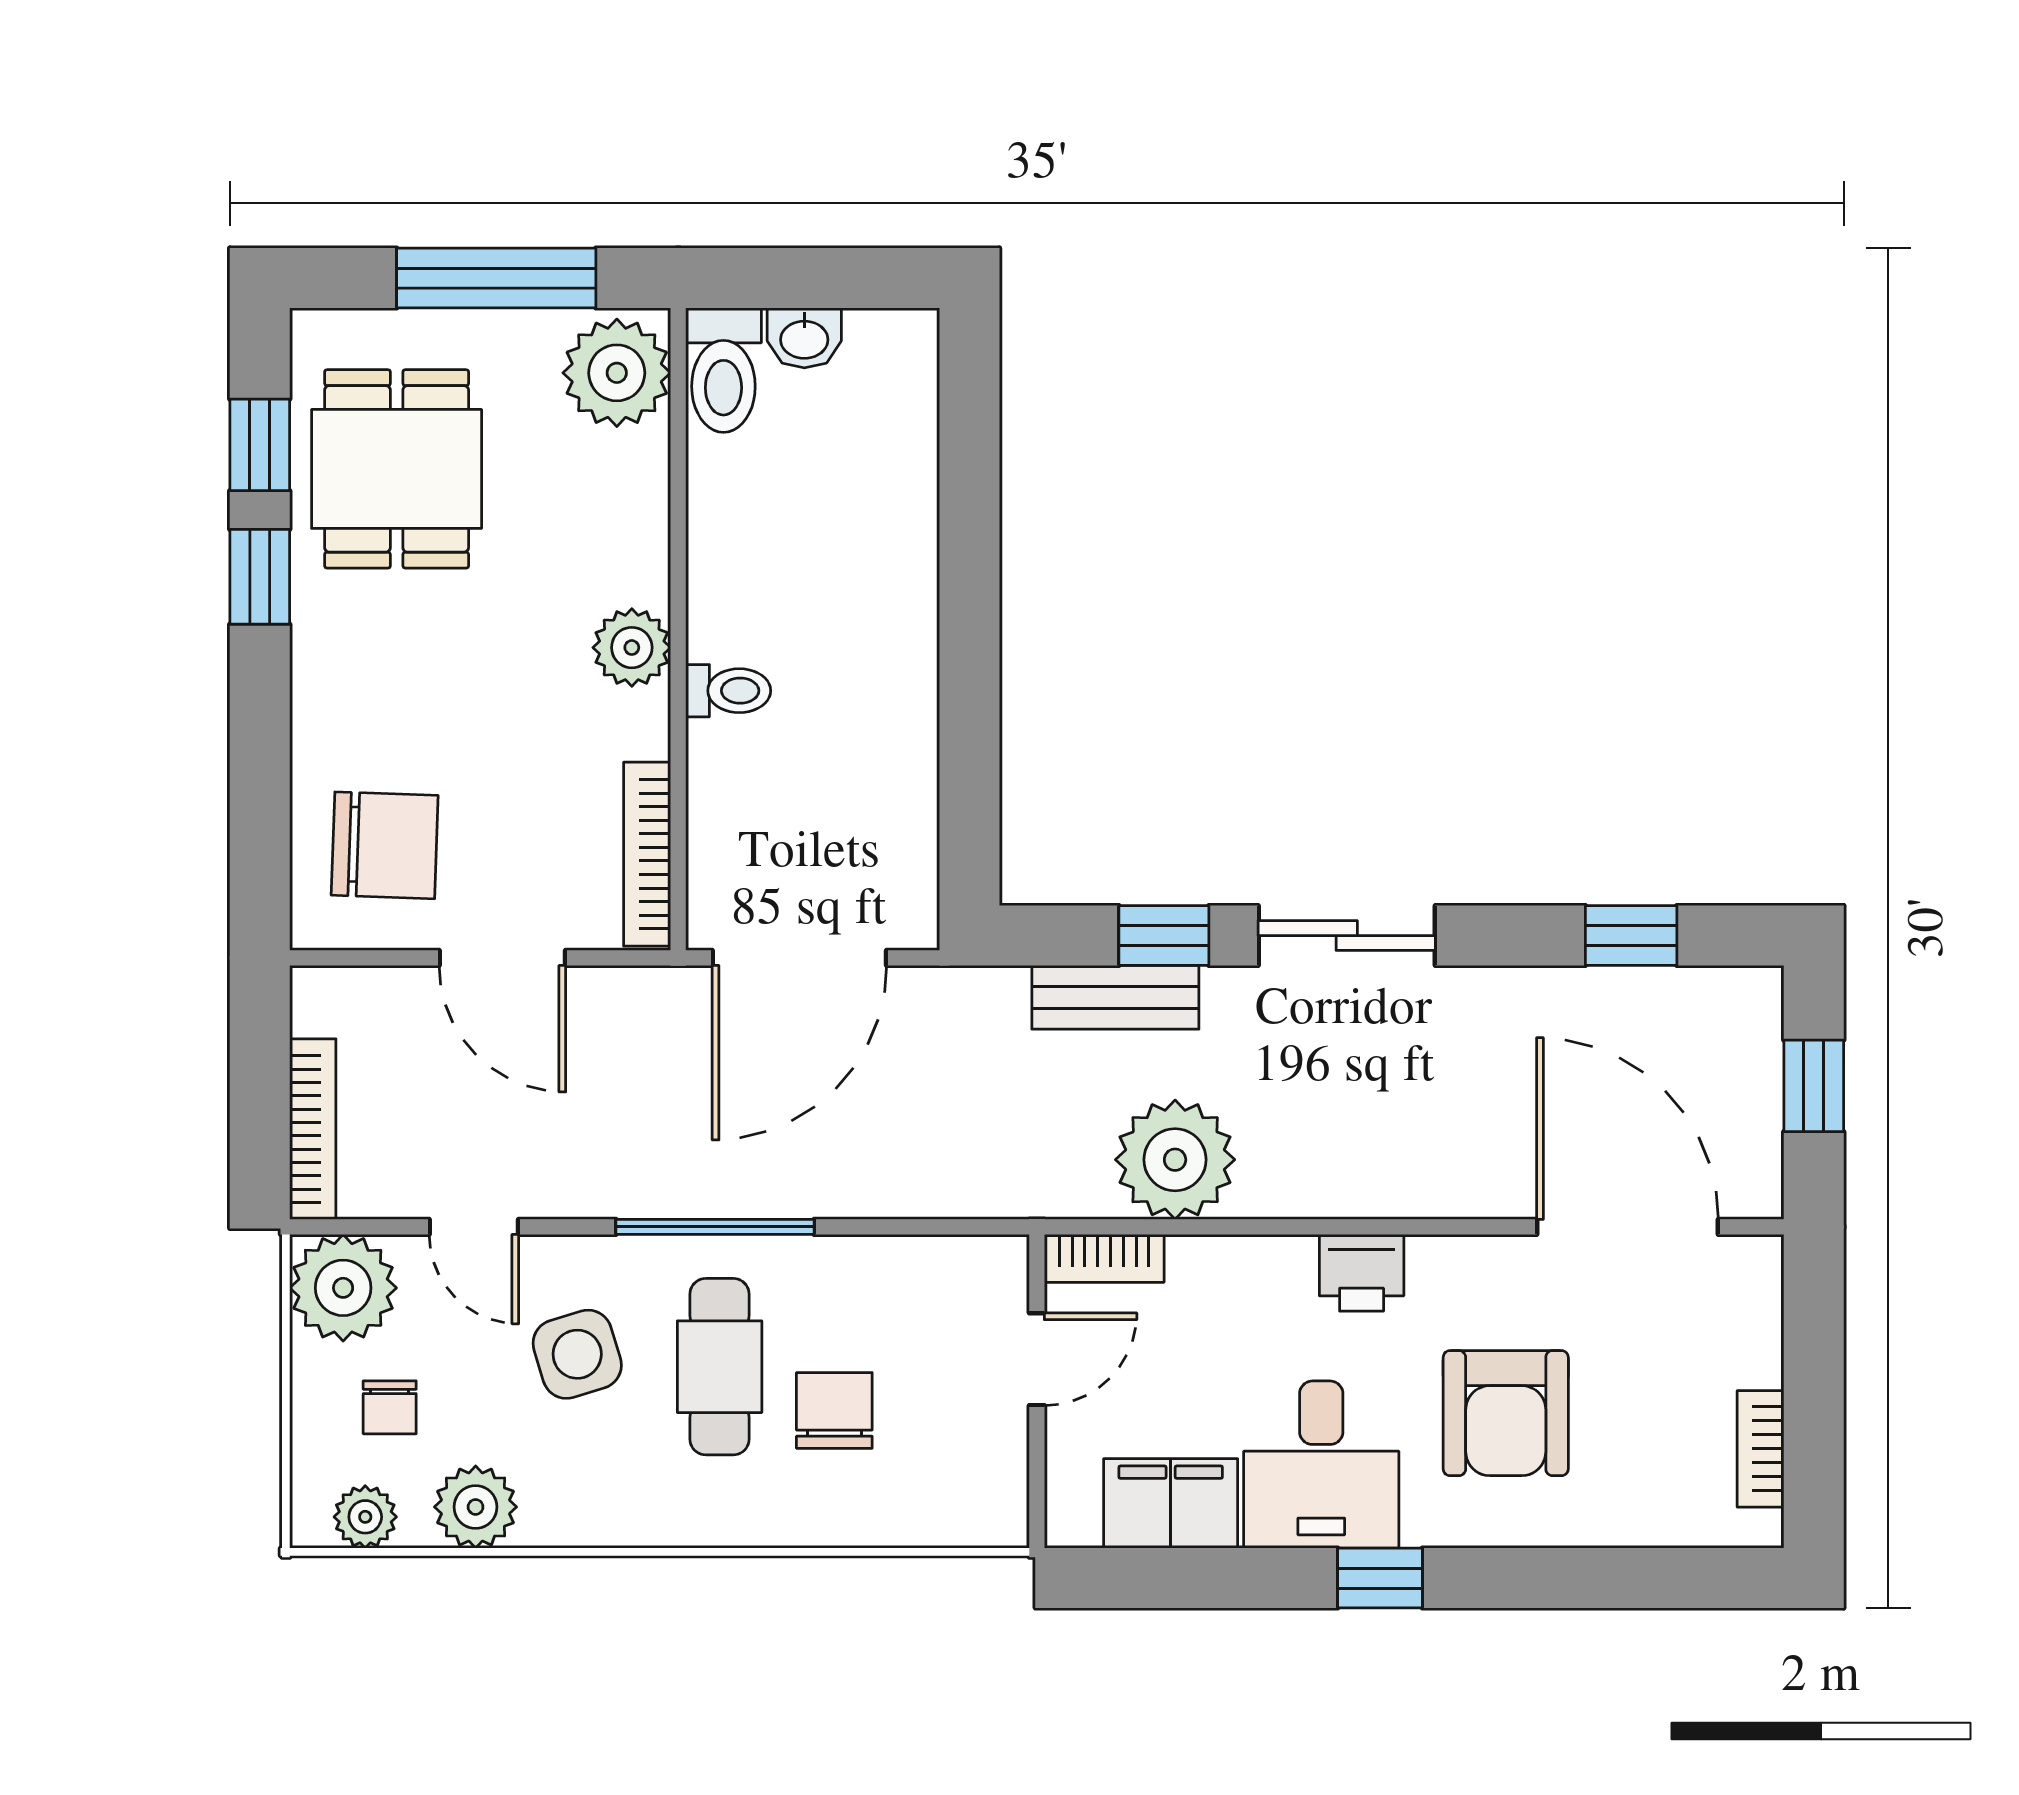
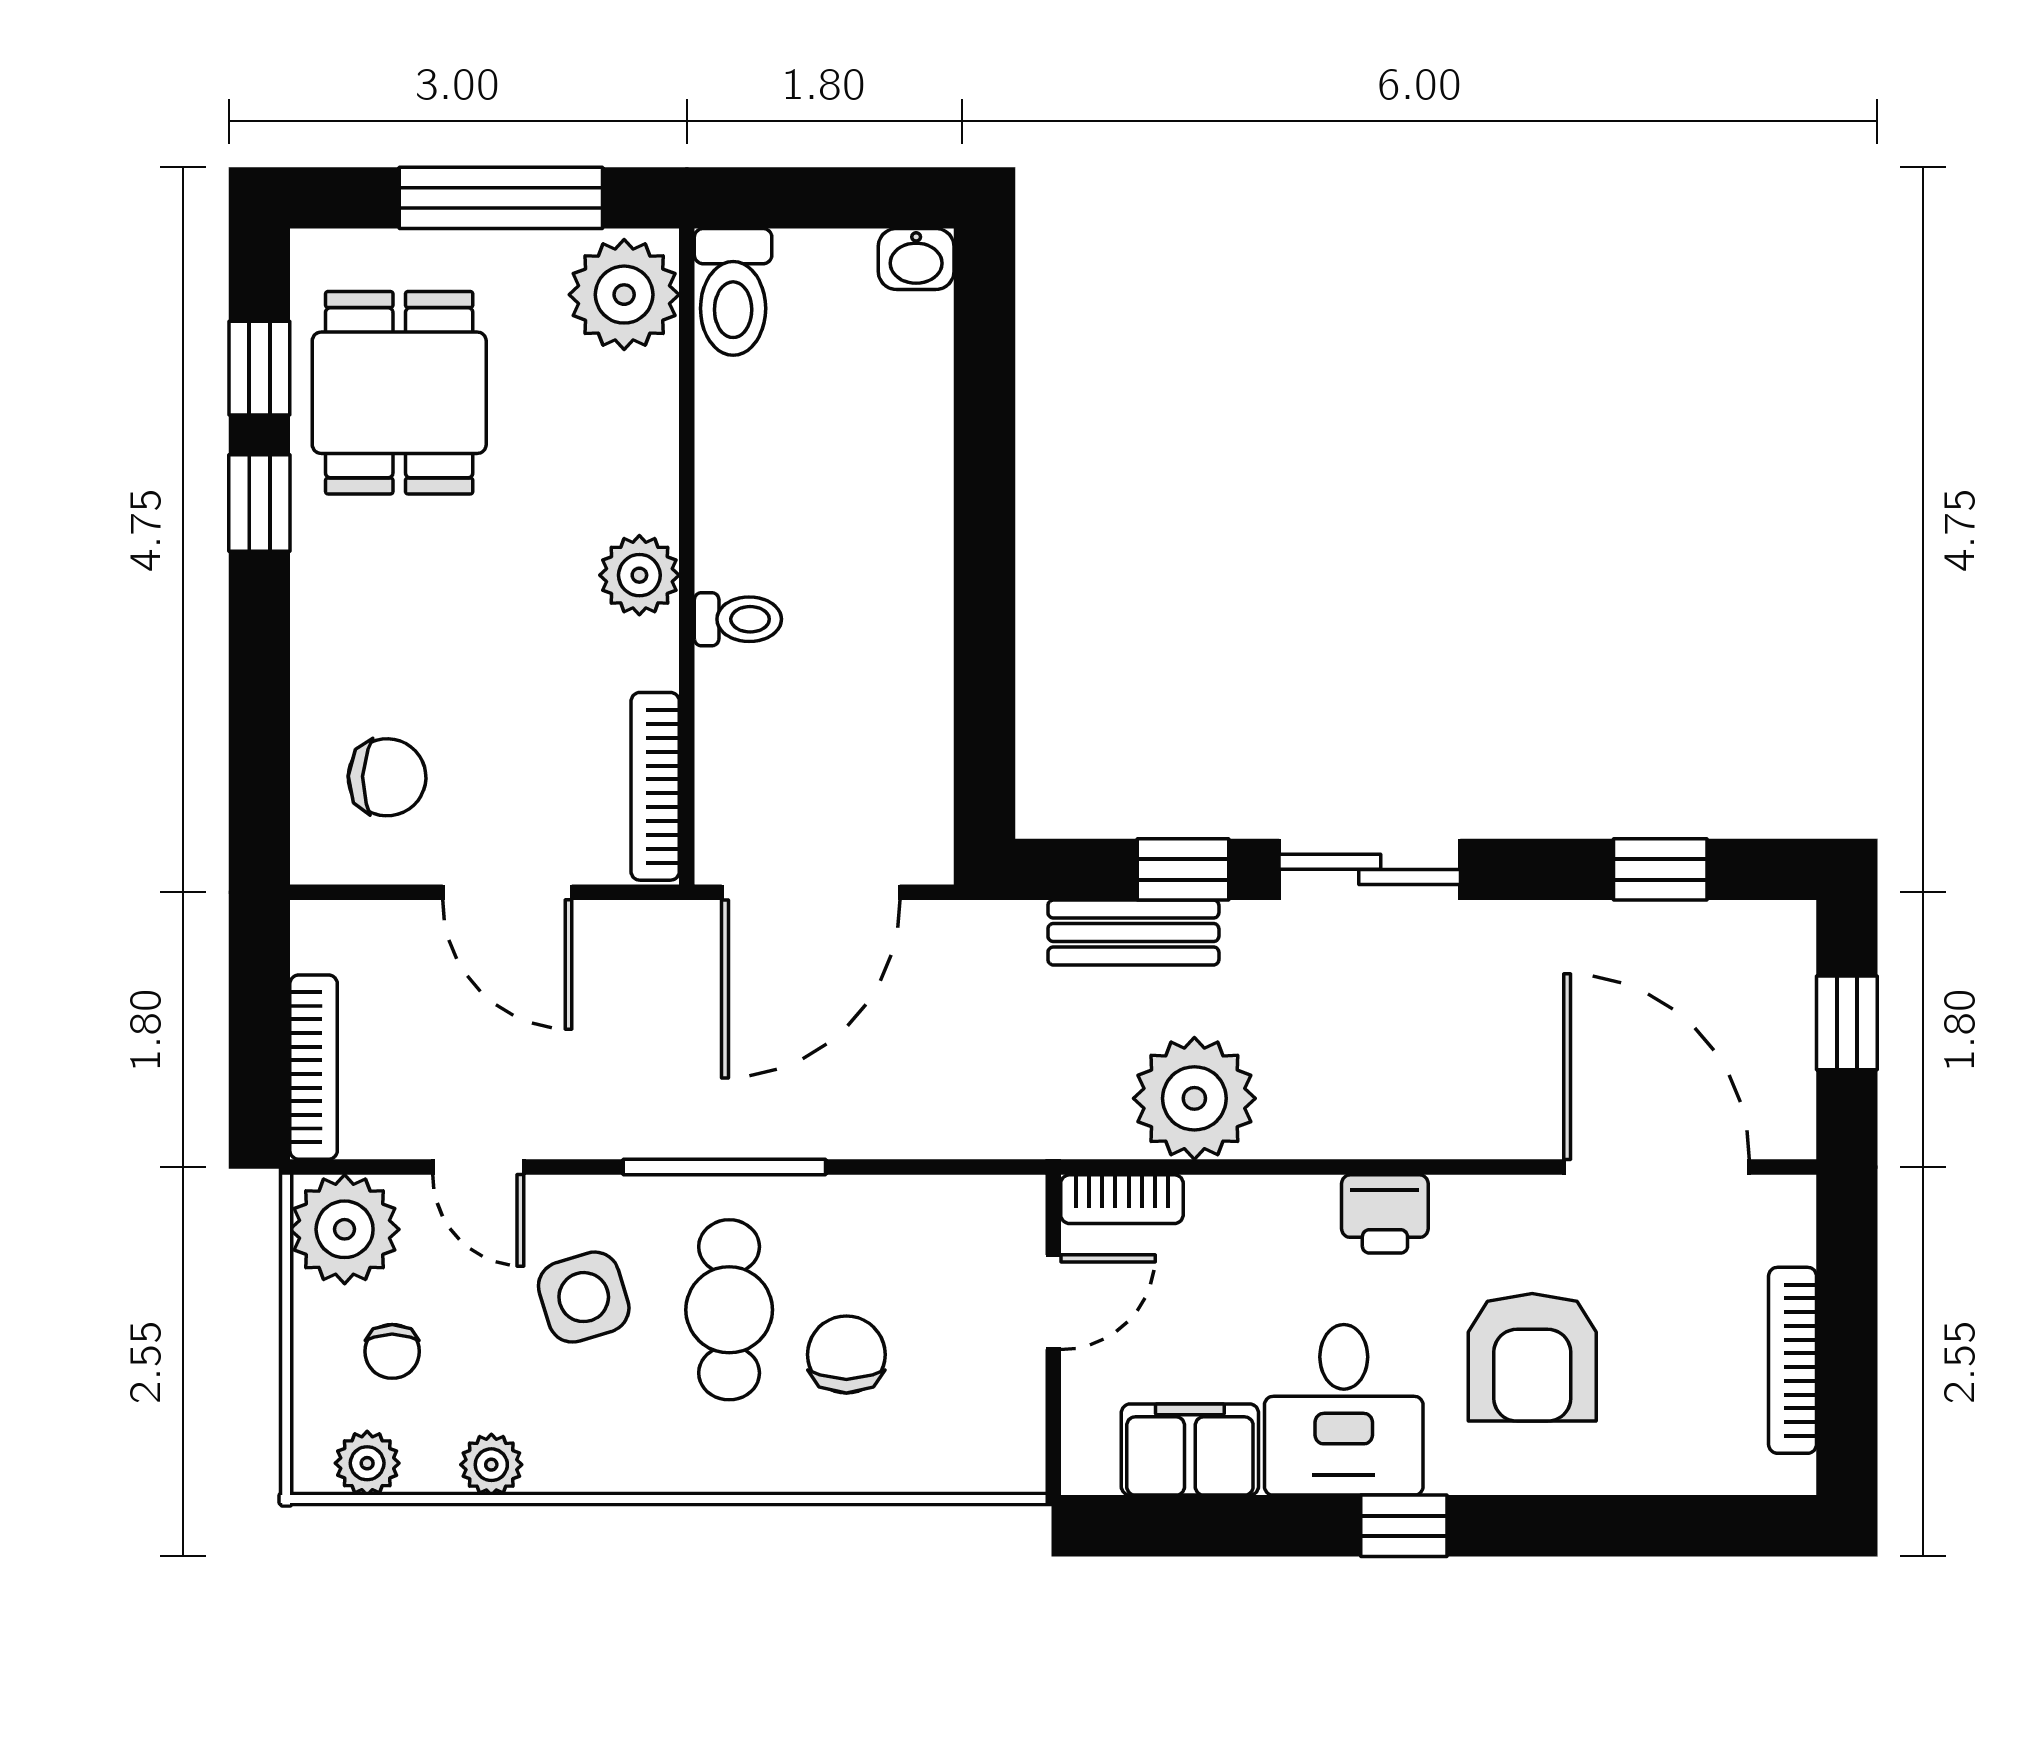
washbasin: (804, 338) -> (916, 259), moved
chair: (385, 845) -> (387, 777), width x0.73, depth x0.73
bookcase: (1761, 1449) -> (1793, 1360), width x1.56
plant: (476, 1507) -> (491, 1465), width x0.73, depth x0.73

